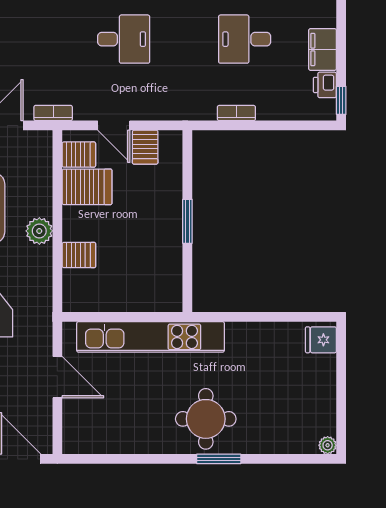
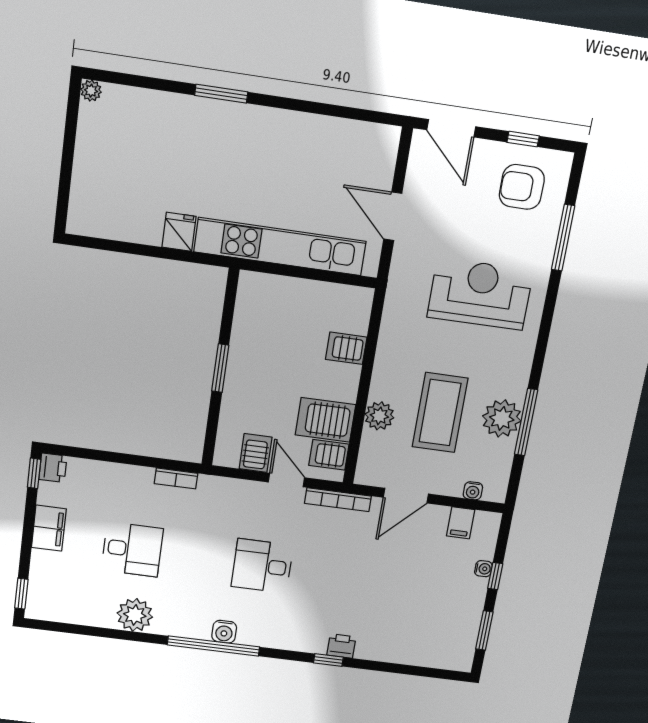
printer: (325, 85) -> (53, 468), moved
bookcase: (53, 113) -> (338, 500), width x1.56
bookcase: (236, 113) -> (176, 478), moved
plant: (39, 231) -> (379, 416), moved
fridge: (321, 340) -> (179, 232), moved, turned -90
round table: (206, 419) -> (230, 143), removed

